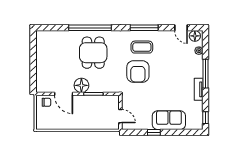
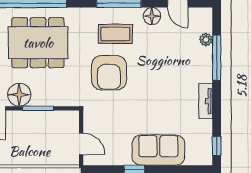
floor lamp: (195, 36) -> (152, 16), moved
dining table: (93, 53) -> (38, 43), width x1.38
window: (206, 74) -> (217, 58), moved

